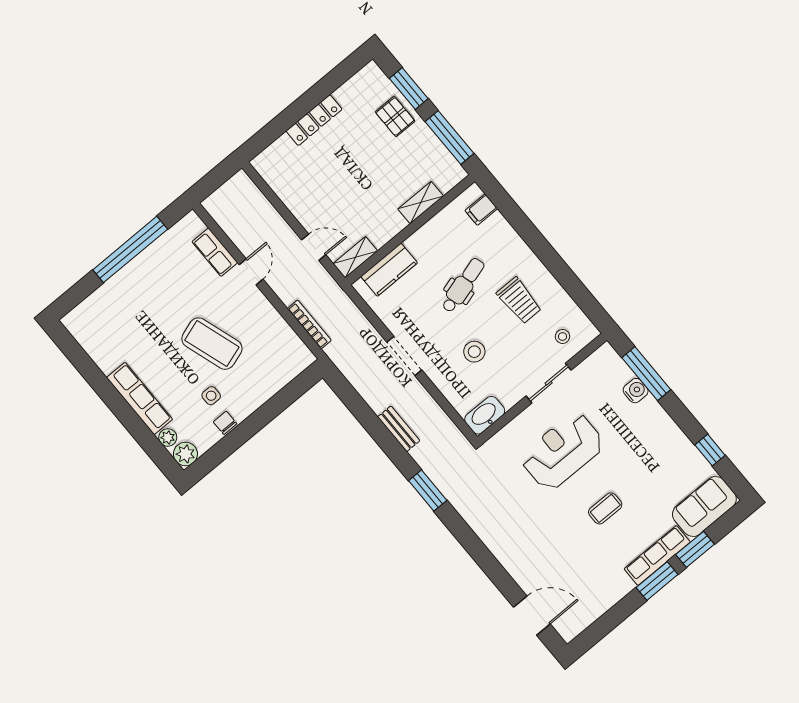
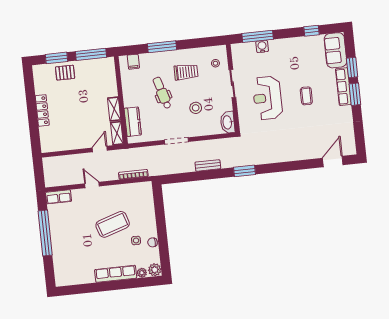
shelving: (421, 203) -> (114, 109), moved
window: (533, 238) -> (162, 47), added
row of seats: (215, 252) -> (59, 197), moved

